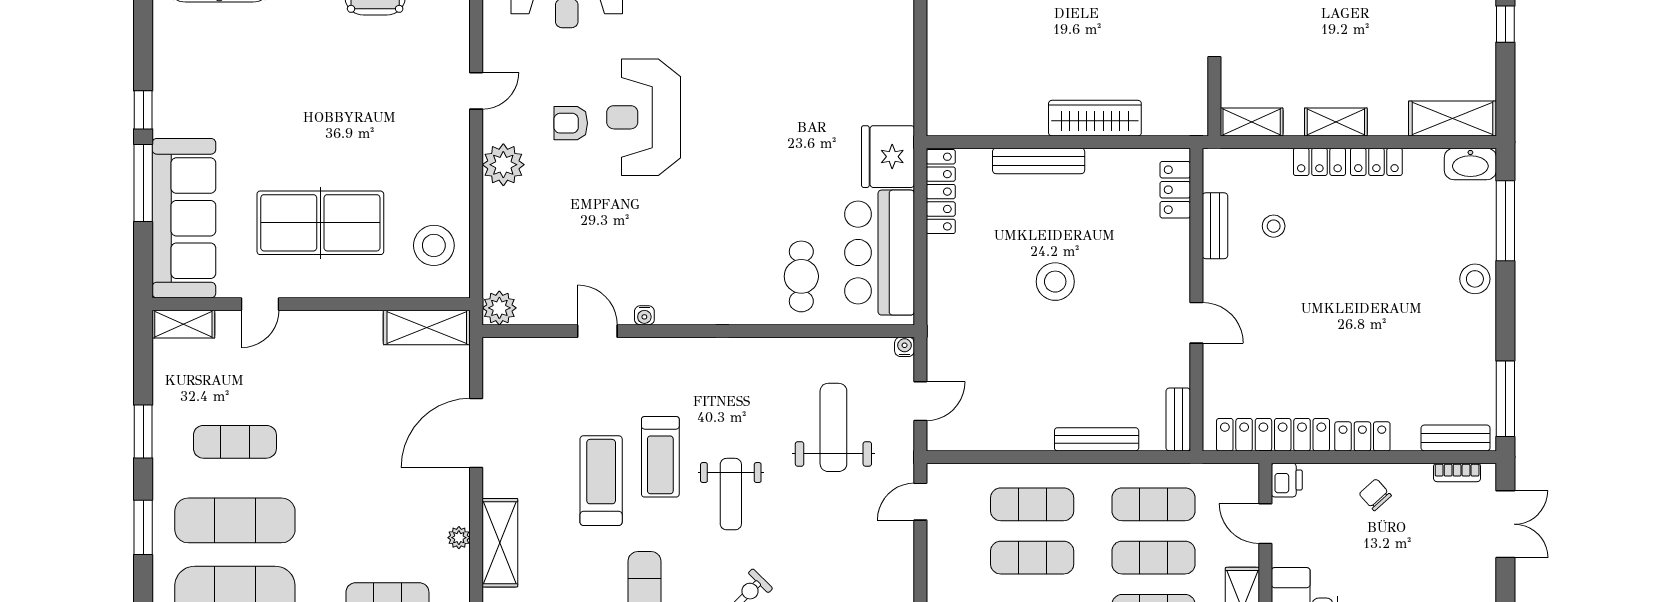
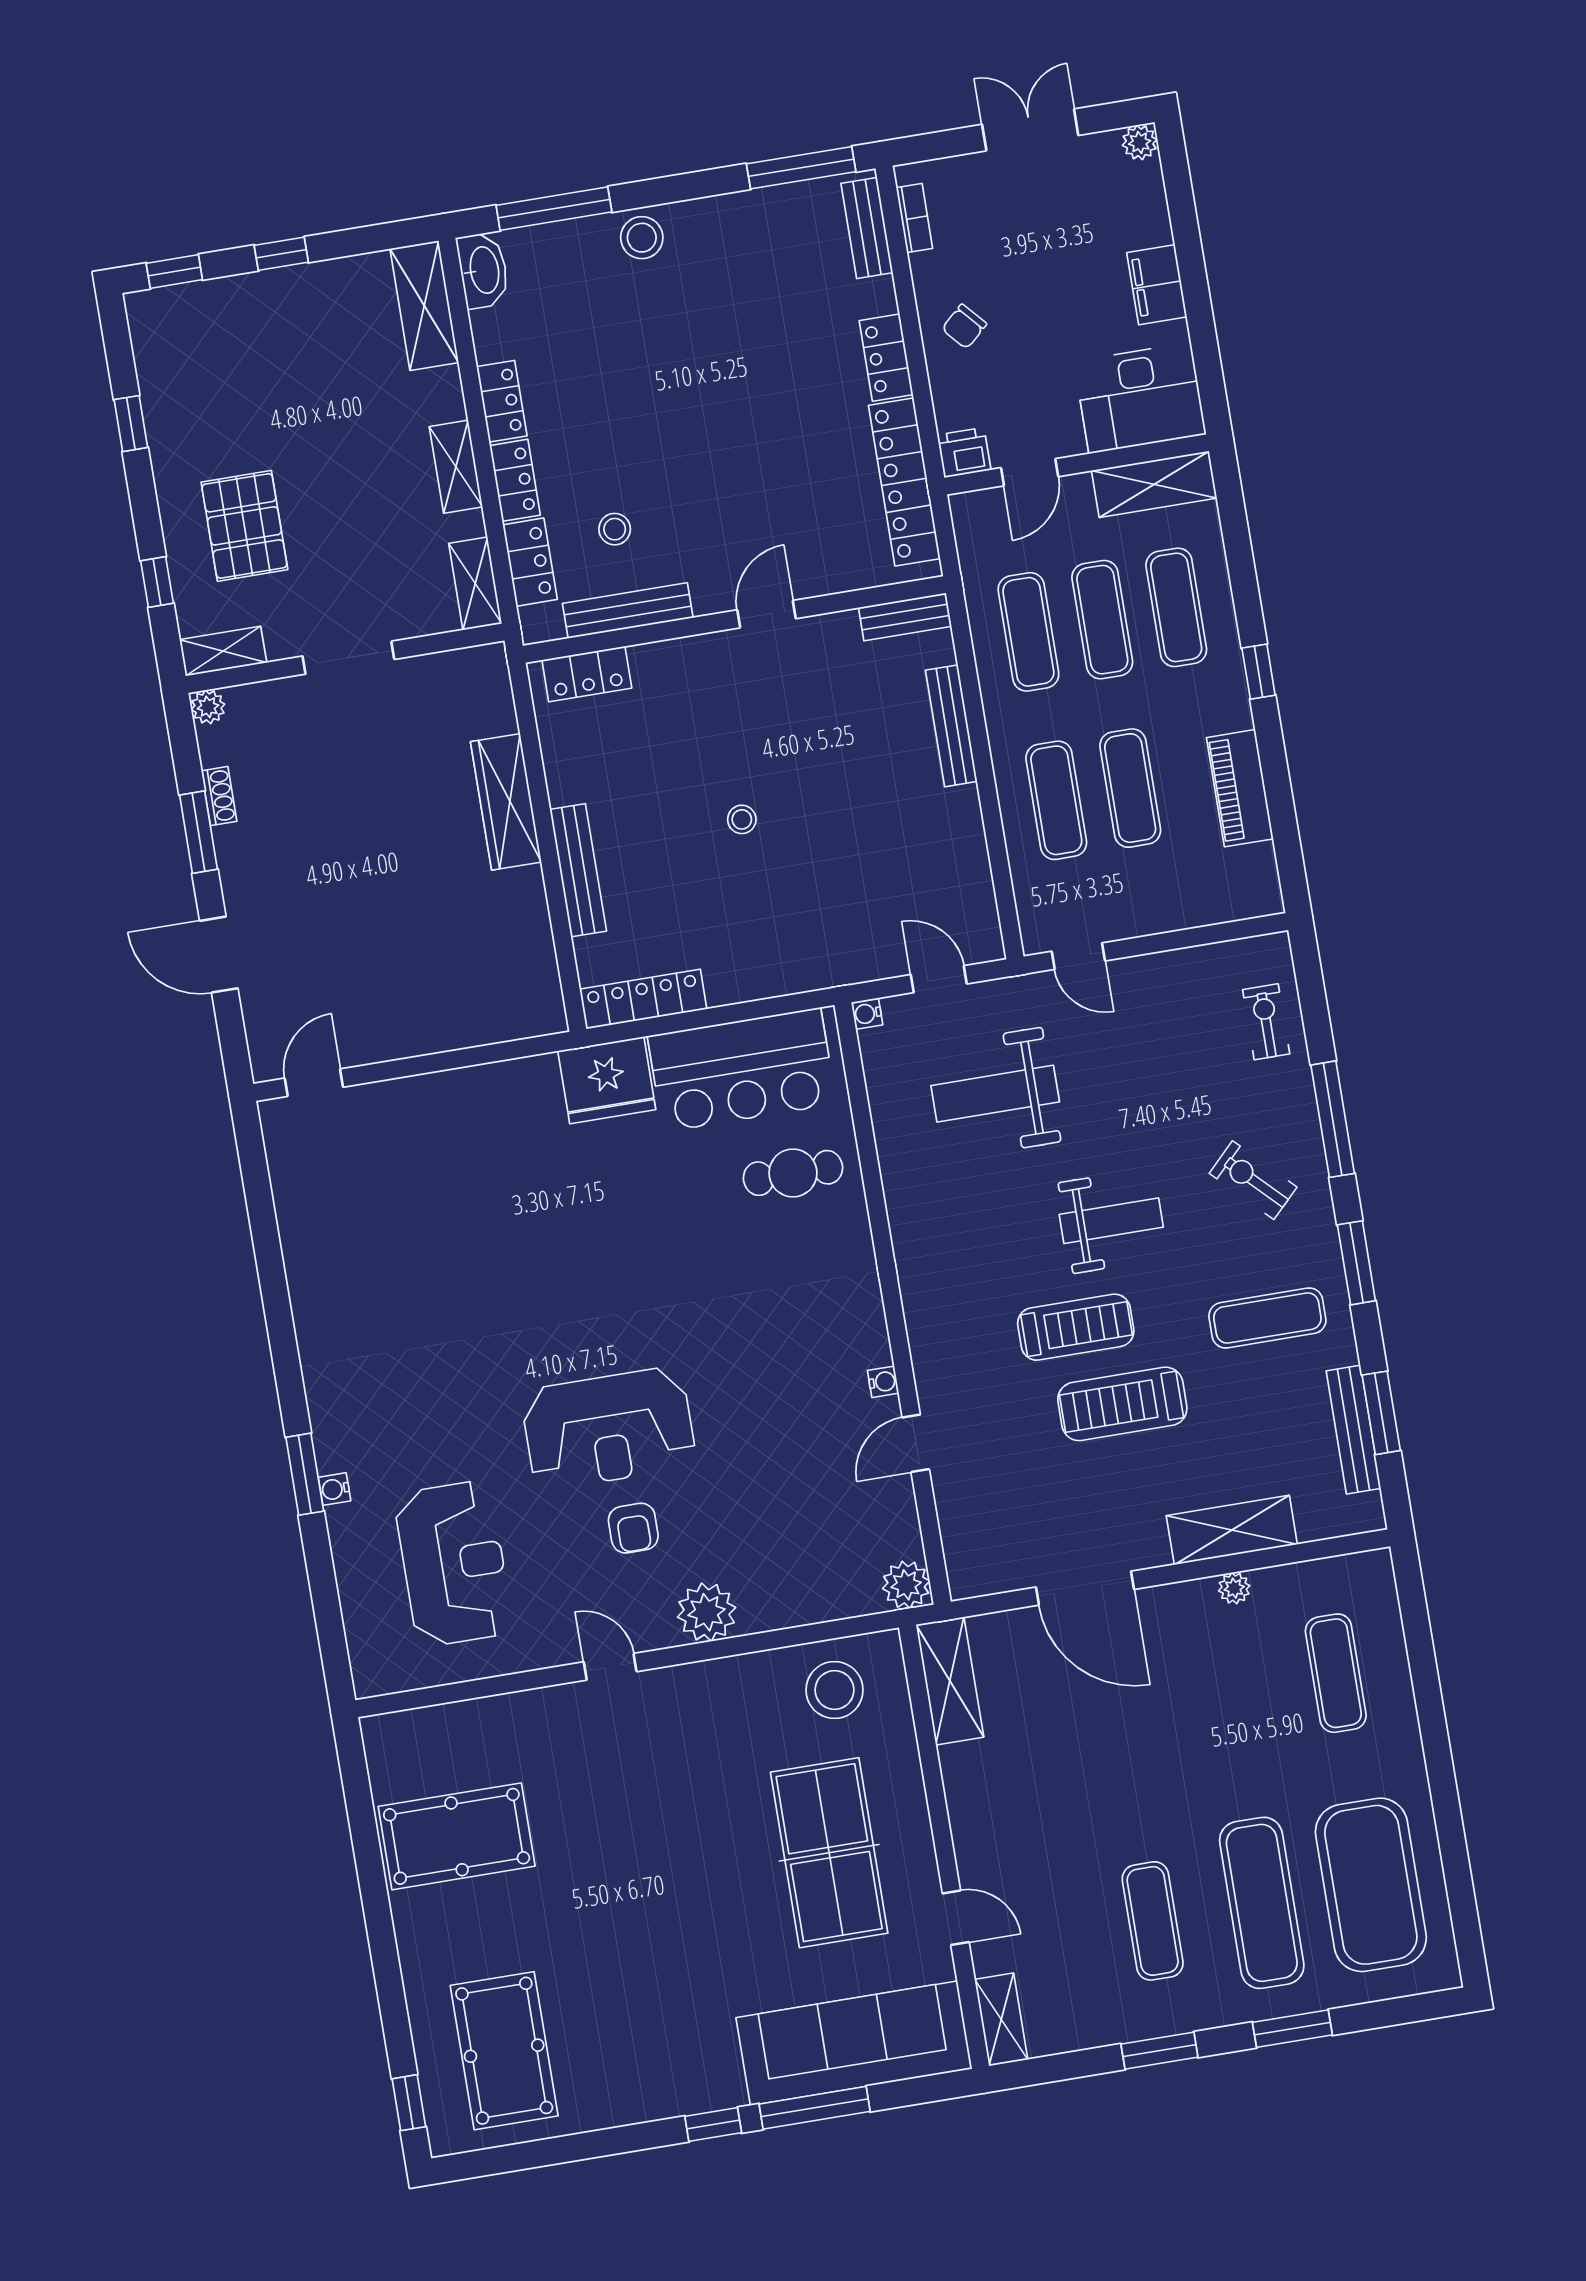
locker: (1260, 163) -> (530, 562), added
bench: (1215, 226) -> (628, 611), width x1.36
stool: (1055, 282) -> (742, 819), width x0.53, depth x0.53
double door: (1505, 524) -> (1030, 130), moved

